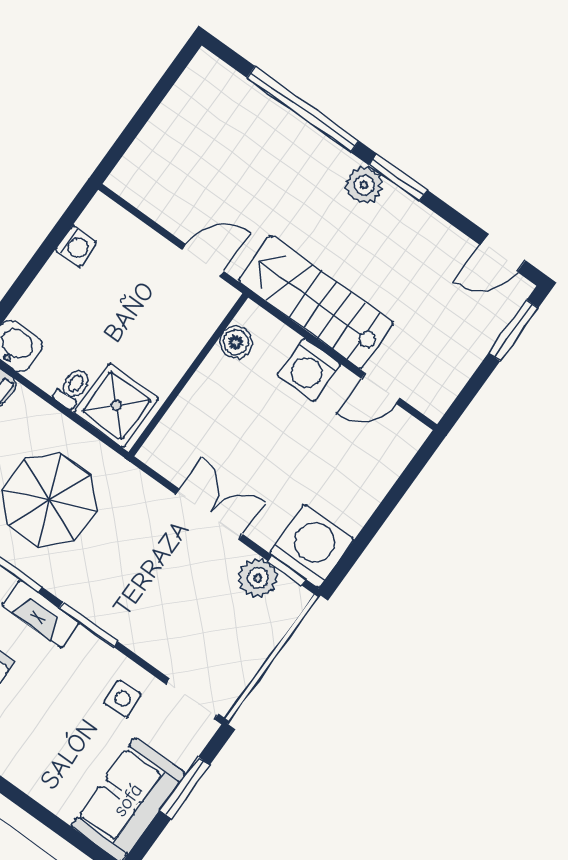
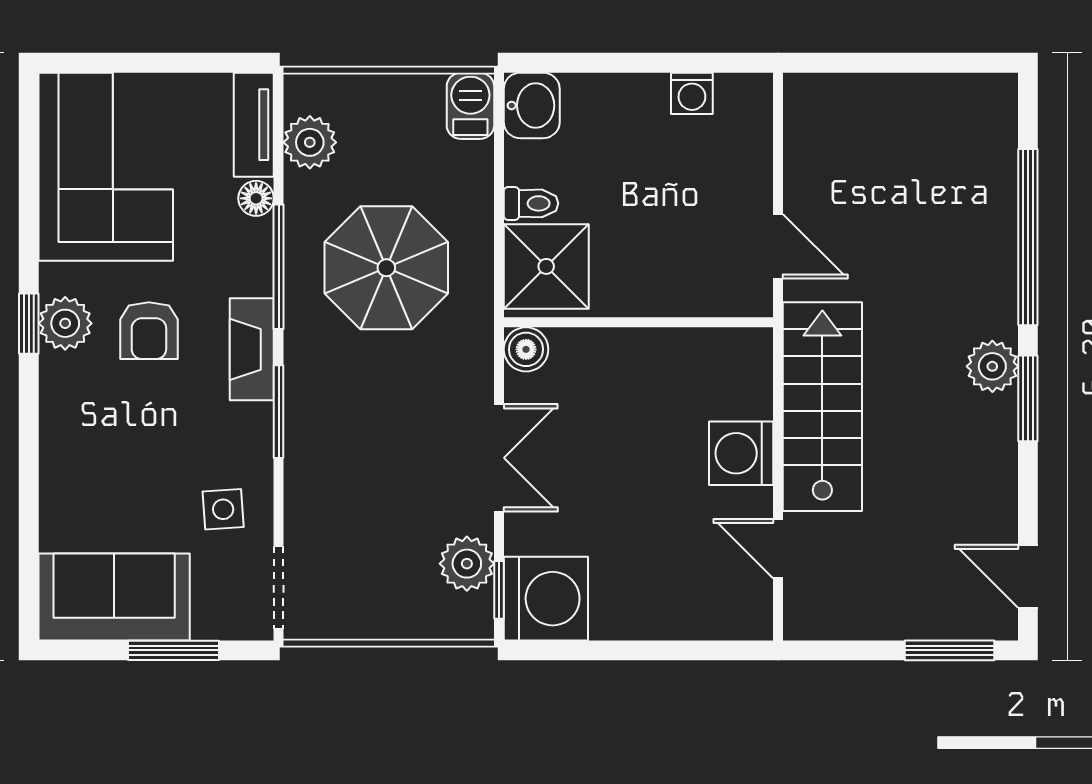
boiler: (236, 342) -> (526, 349), moved

